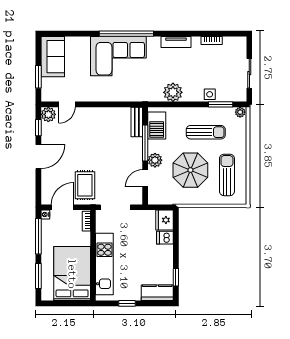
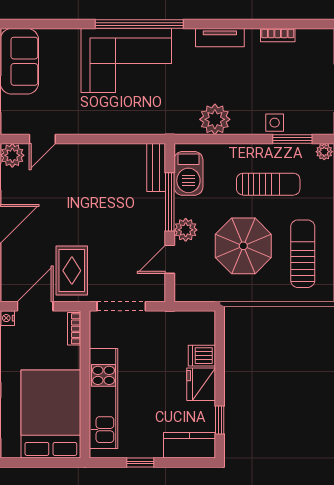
fridge: (164, 220) -> (201, 384), moved

